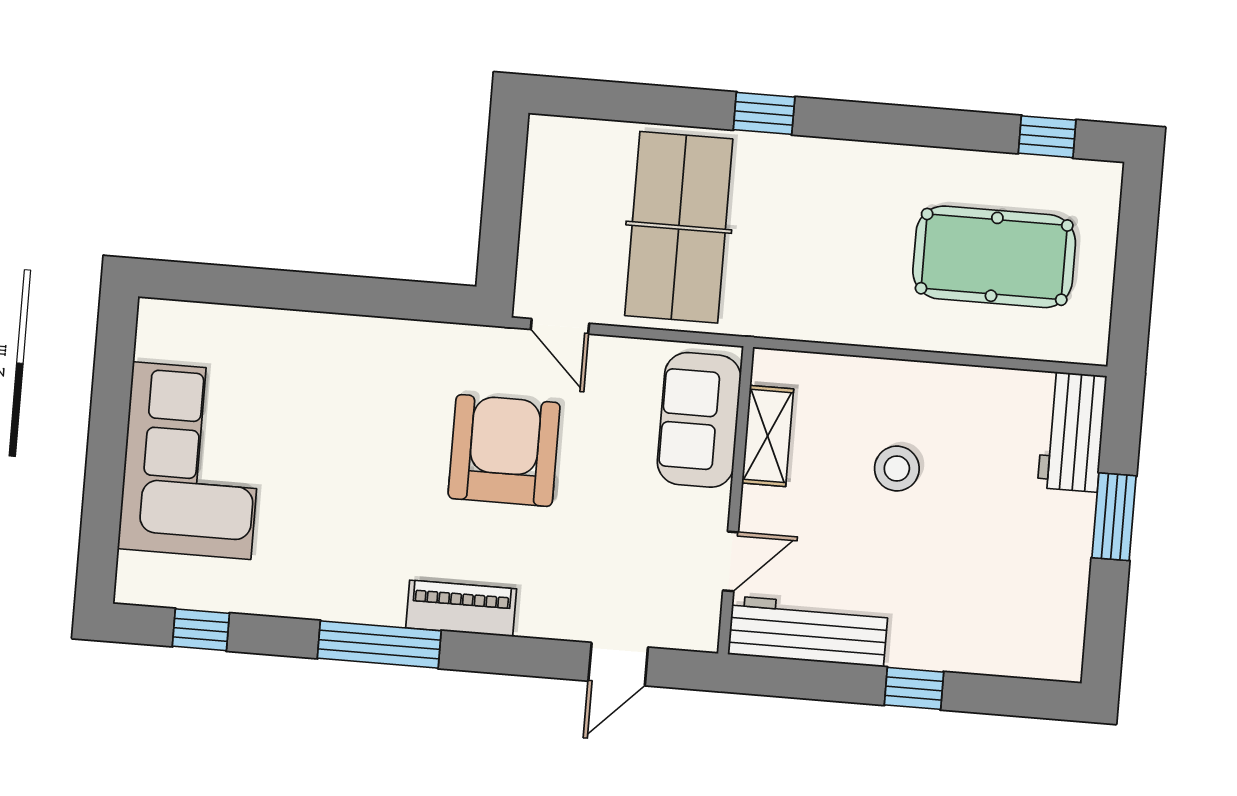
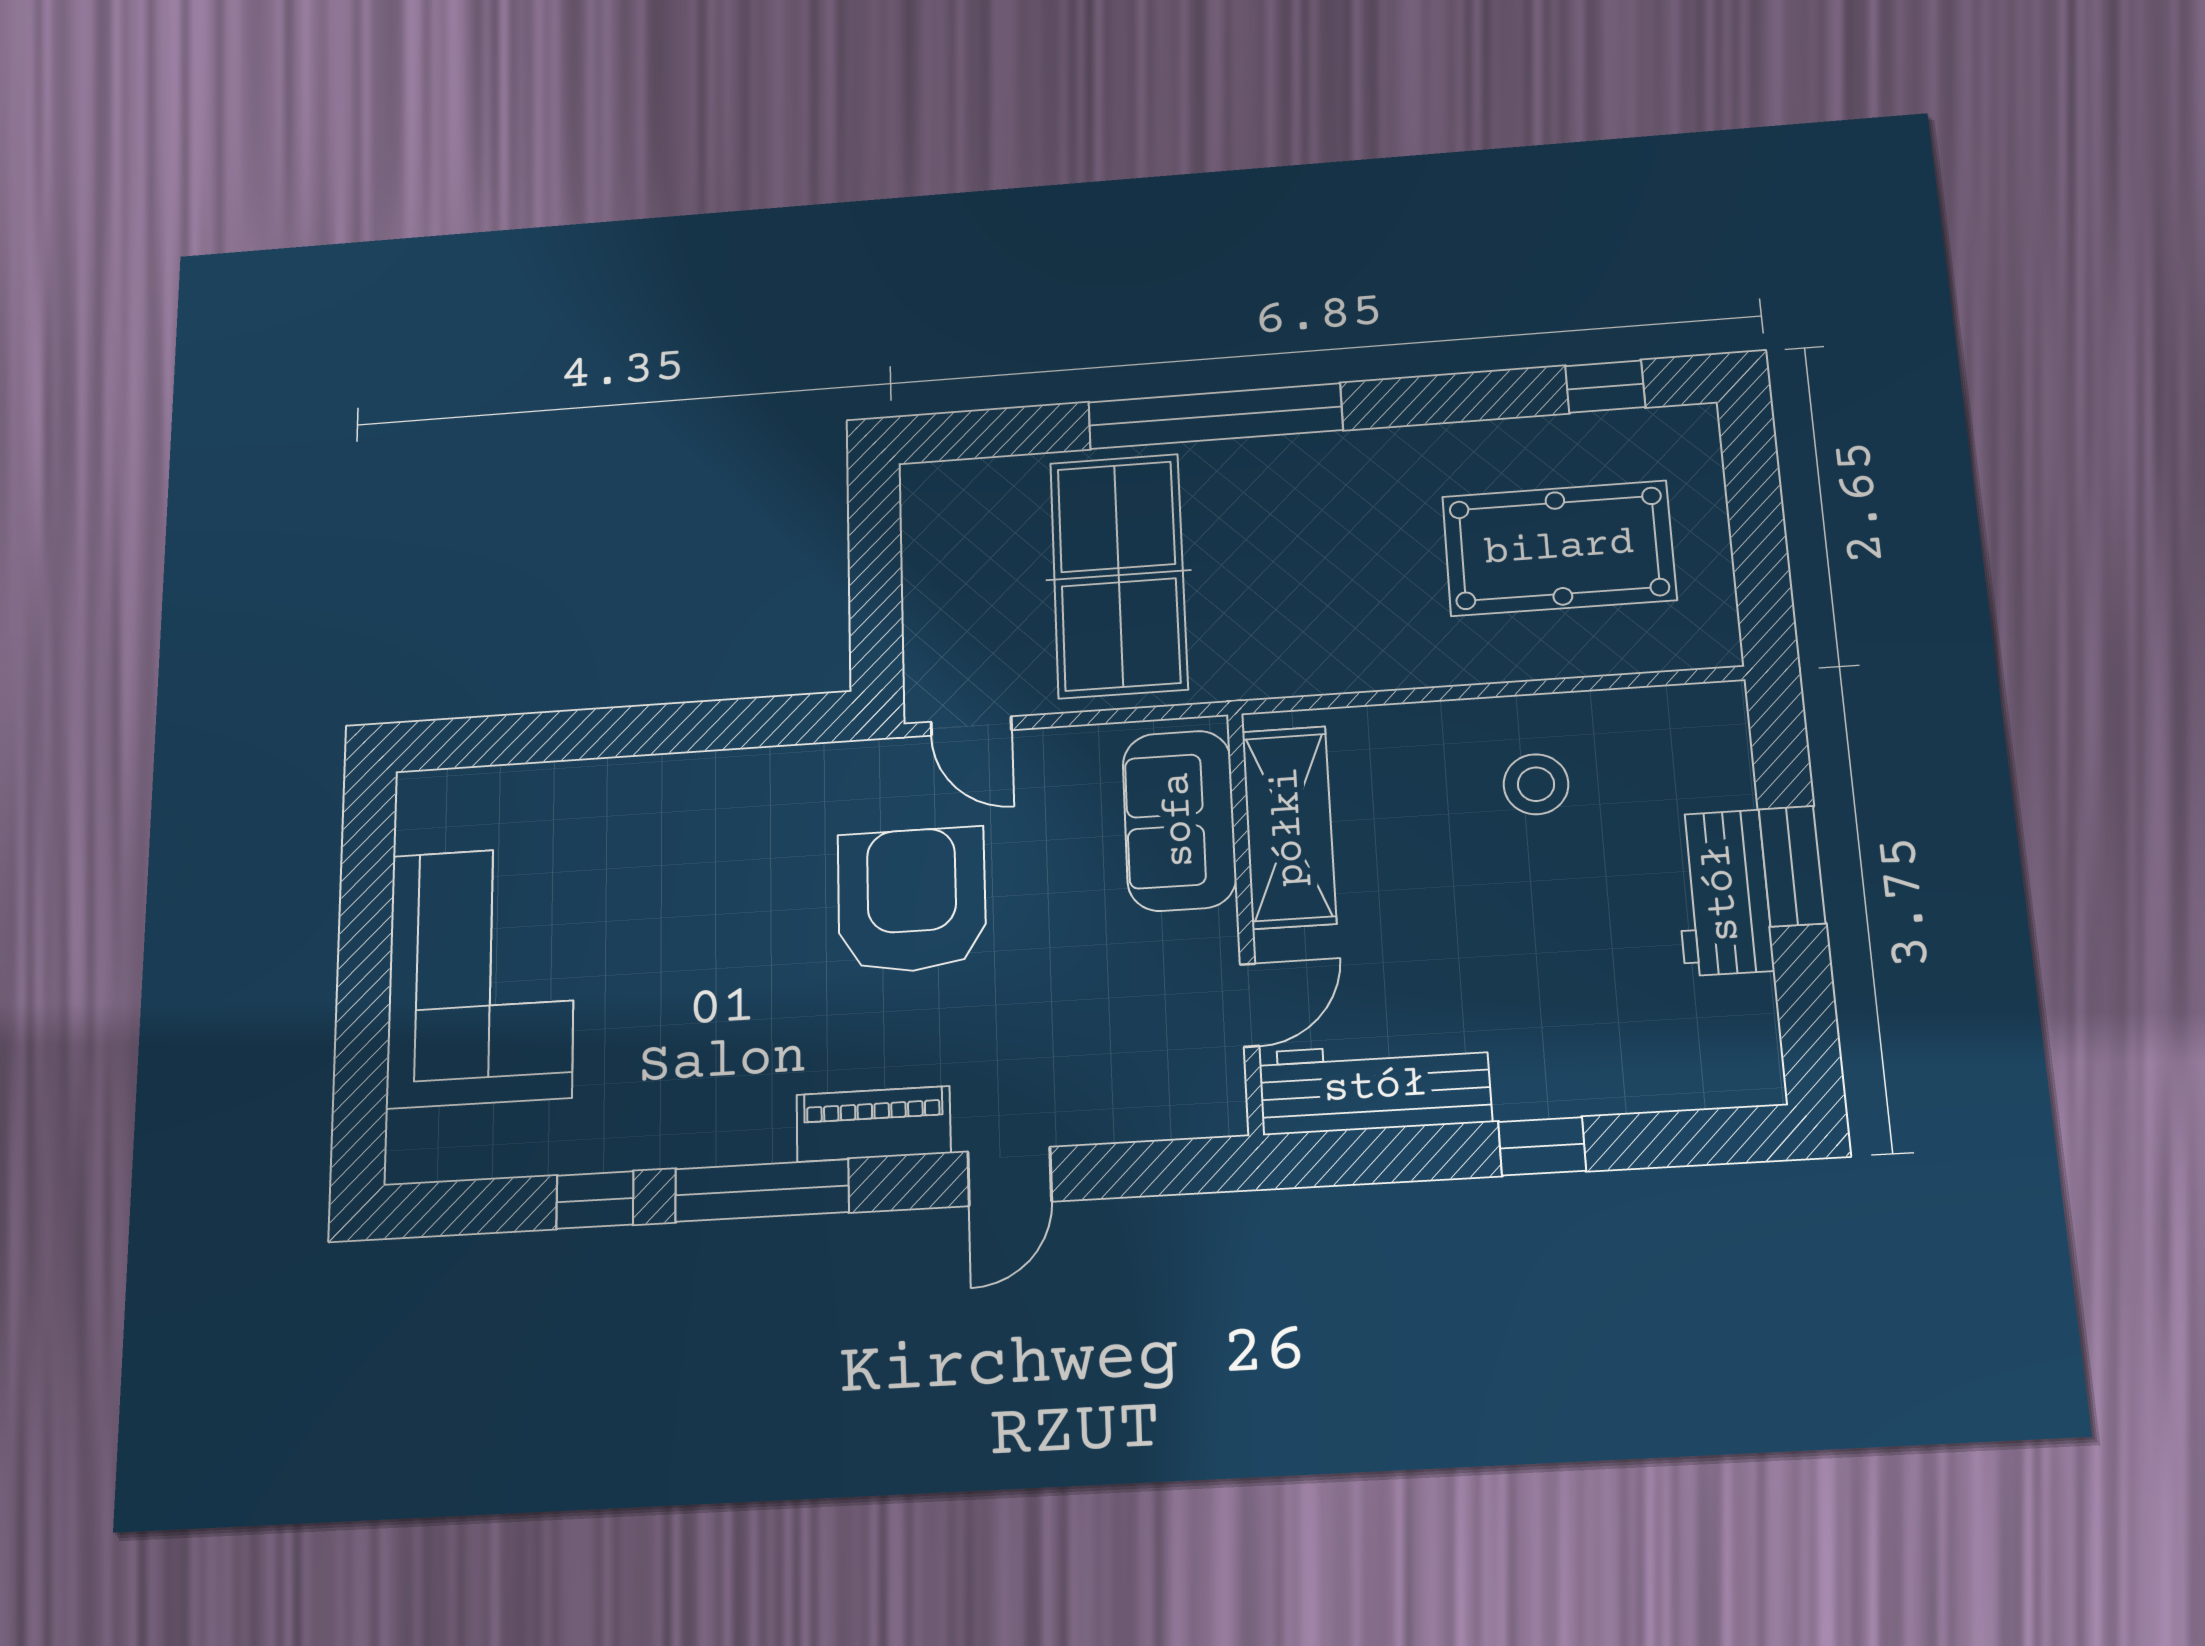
window: (764, 113) -> (1215, 416), width x3.17
workbench: (1072, 432) -> (1722, 893), moved
shelving: (768, 436) -> (1289, 827), width x1.50, depth x1.33
stool: (897, 469) -> (1536, 784), moved
window: (201, 630) -> (595, 1200), moved
door: (618, 664) -> (1010, 1176), moved

